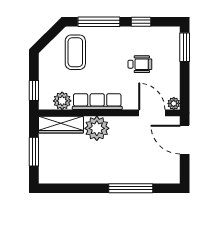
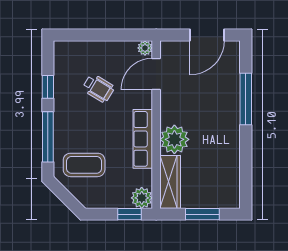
window: (185, 47) -> (78, 35), removed
wheelchair: (140, 64) -> (98, 88), turned 121
plant: (62, 101) -> (142, 198), moved
door: (185, 140) -> (207, 35), moved

